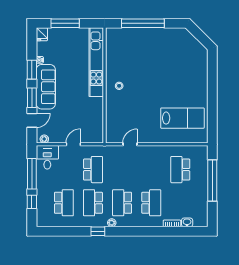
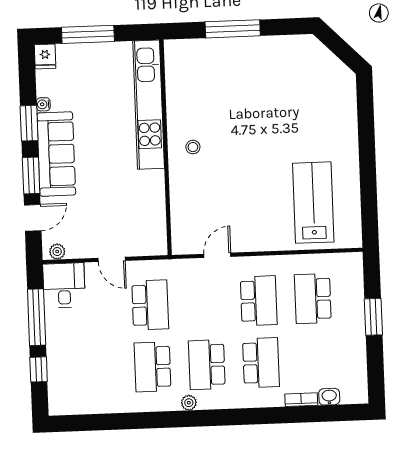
window: (143, 23) -> (233, 29), width x0.68
lab bench: (182, 118) -> (313, 203), turned -90
door: (73, 144) -> (112, 259), swing flipped
window: (212, 180) -> (373, 317), width x0.47
school desk: (64, 203) -> (259, 301), moved
window: (98, 231) -> (164, 420), removed

